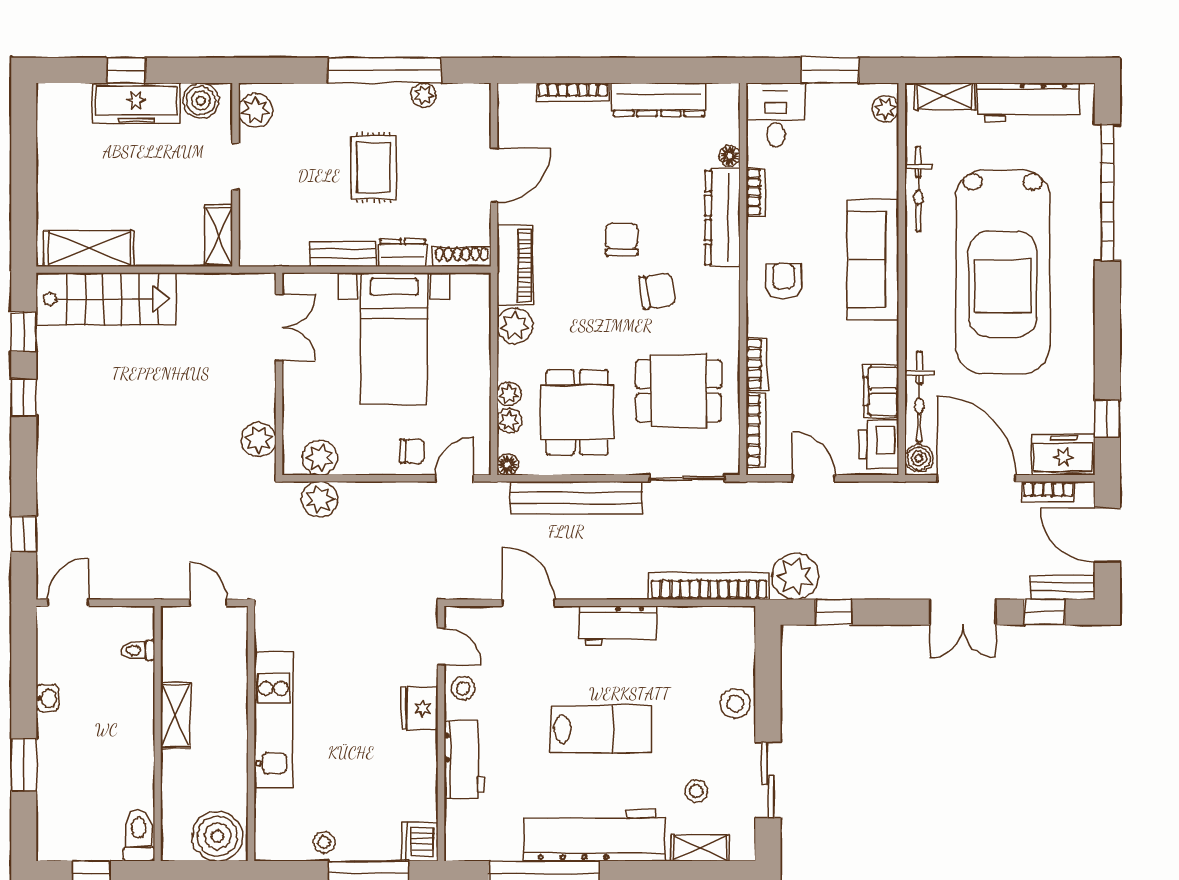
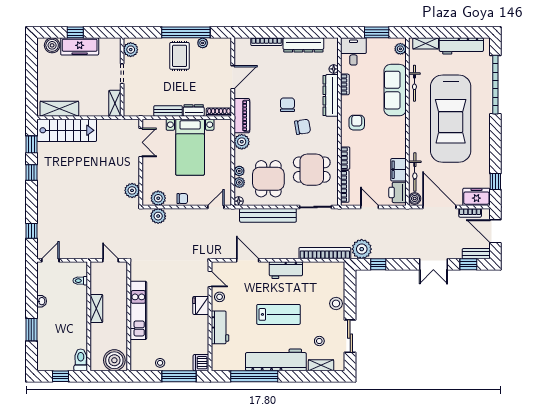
boiler: (201, 101) -> (52, 45), moved
rug: (373, 168) -> (180, 56), moved
sofa: (873, 259) -> (395, 90), moved
chair: (412, 451) -> (182, 199), moved

